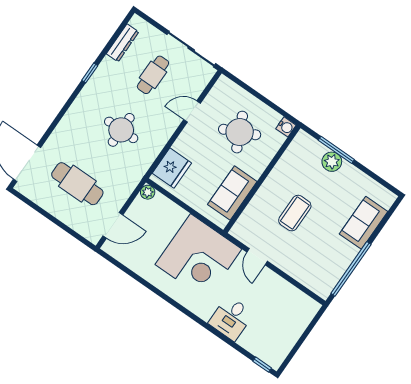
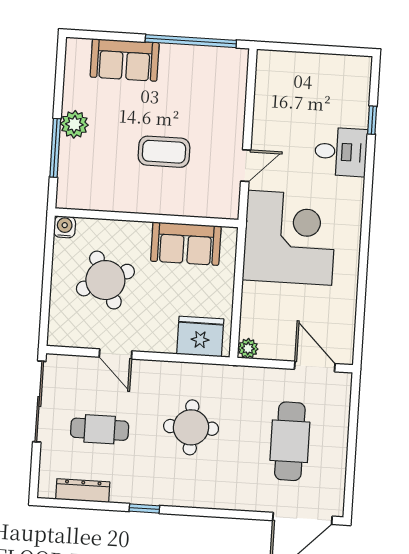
plant: (332, 162) -> (74, 124), moved
window: (262, 365) -> (372, 120), moved

